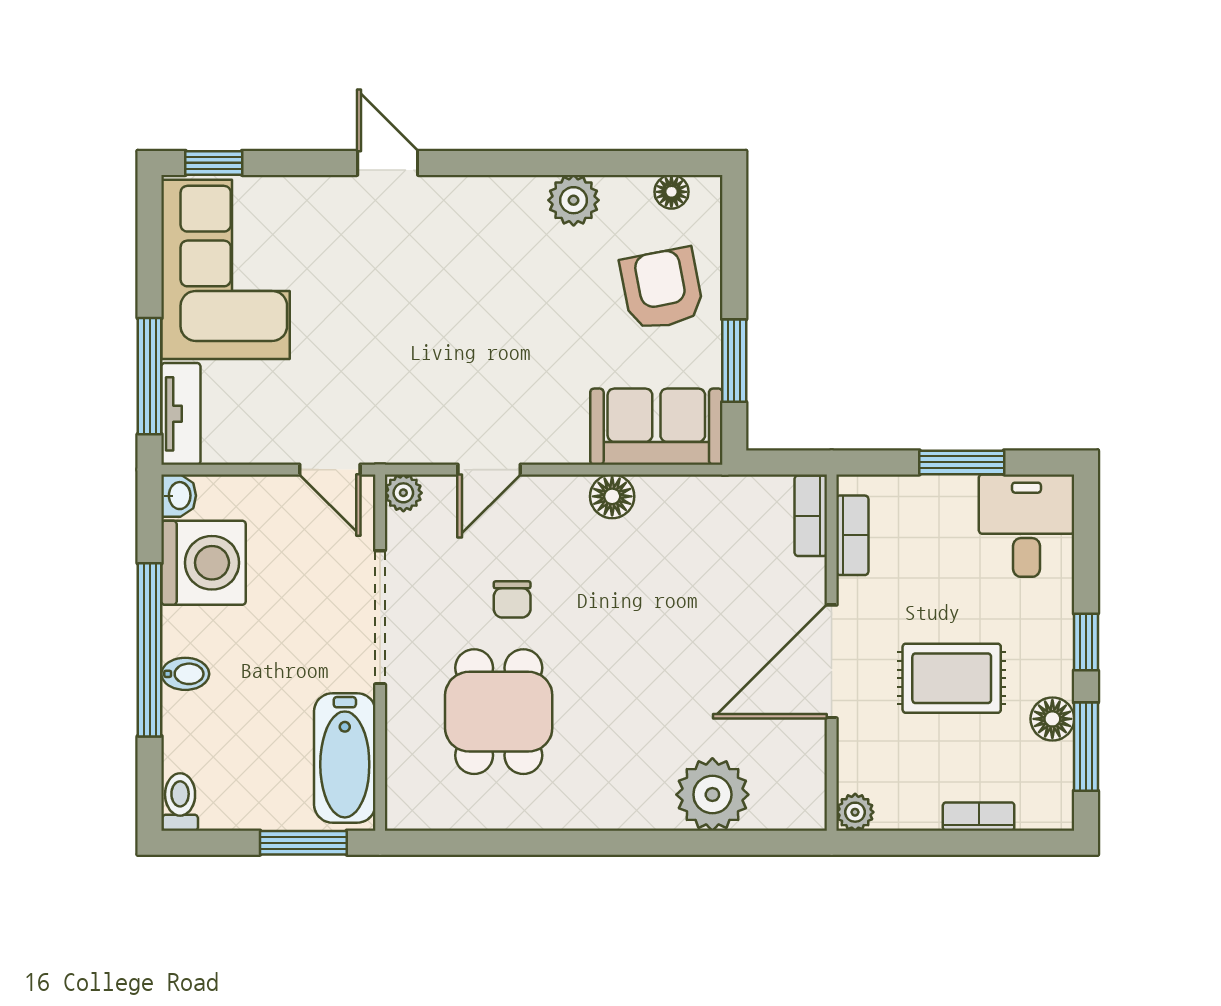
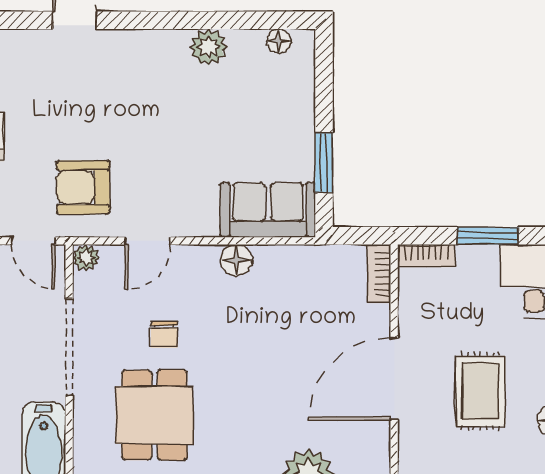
armchair: (662, 289) -> (83, 187), moved, turned -79
bookcase: (852, 535) -> (426, 256), moved, turned 90
rug: (952, 678) -> (480, 391), turned 90

